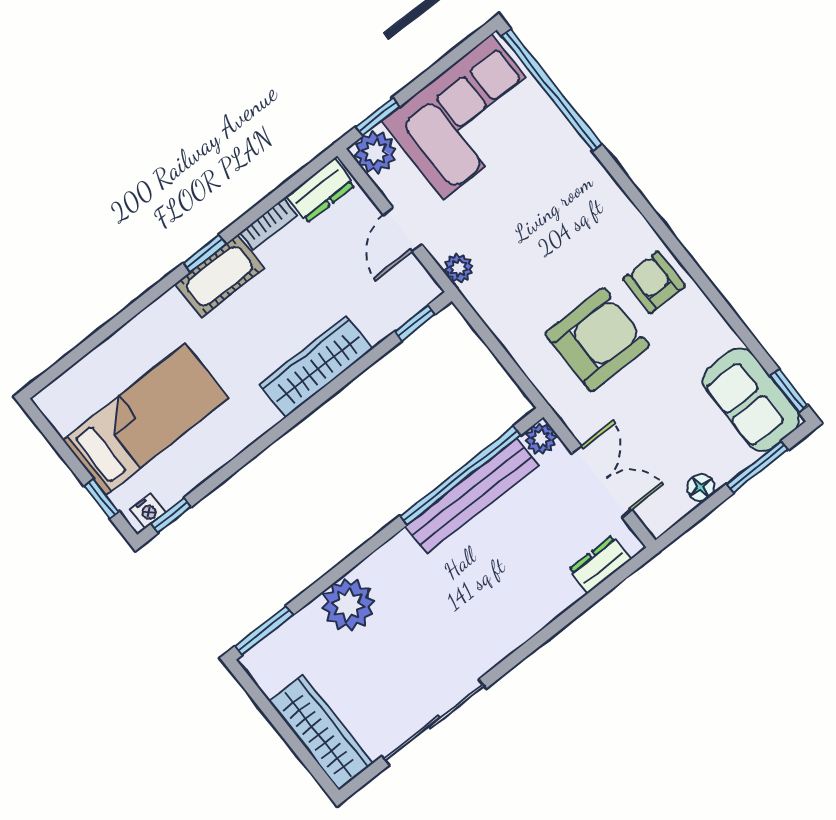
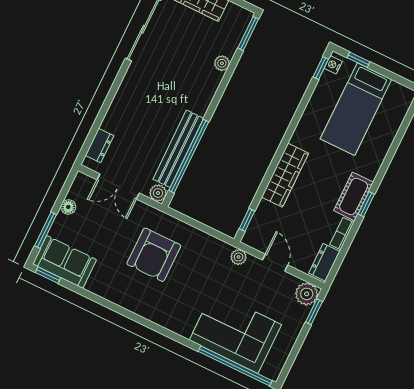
corner sofa: (467, 117) -> (235, 332), moved, turned 90
armchair: (654, 282) -> (140, 296), removed
plant: (348, 605) -> (222, 63), width x0.53, depth x0.53

